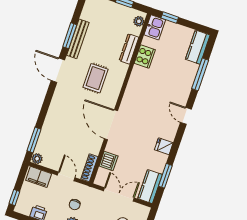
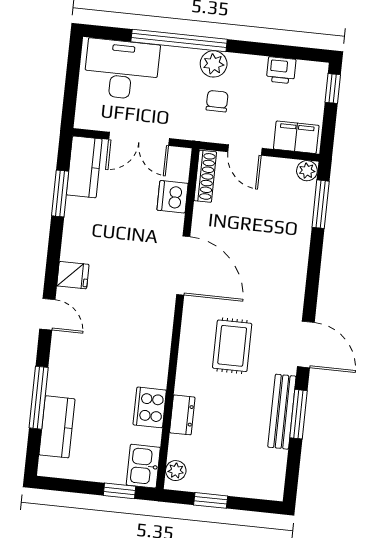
kitchen counter: (198, 47) -> (57, 427), moved
dresser: (129, 49) -> (182, 415), width x0.70
fridge: (164, 146) -> (73, 275), moved

